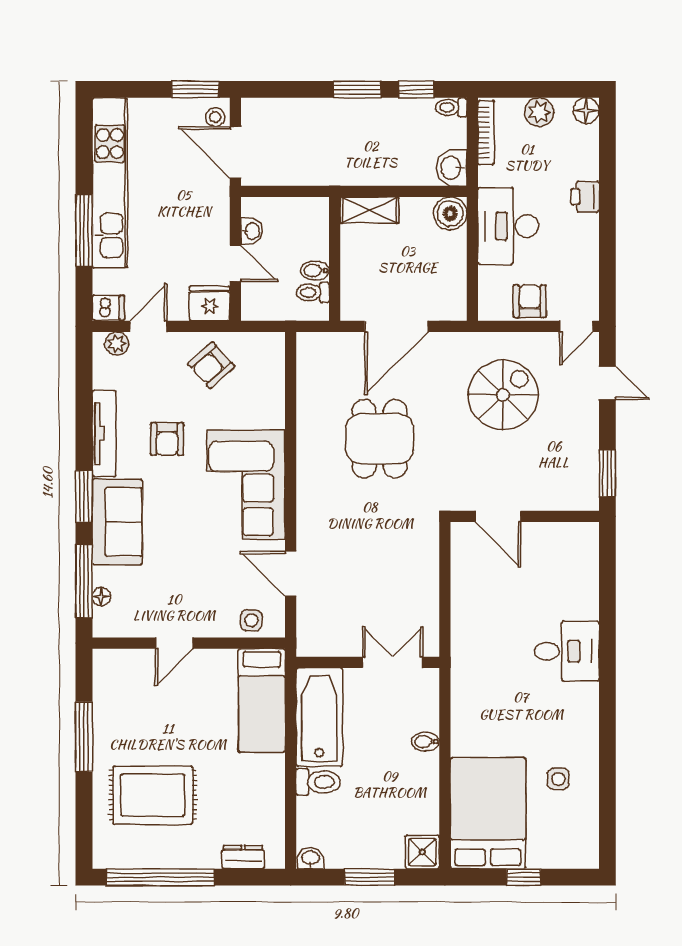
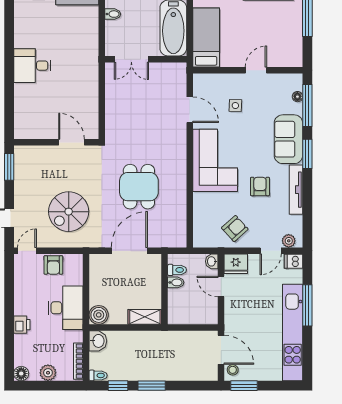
washbasin: (252, 231) -> (212, 261), moved
side table: (251, 620) -> (235, 106), moved

